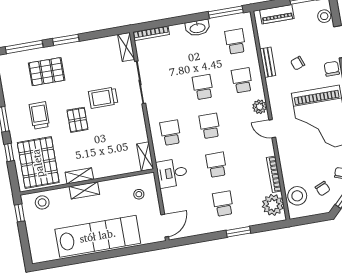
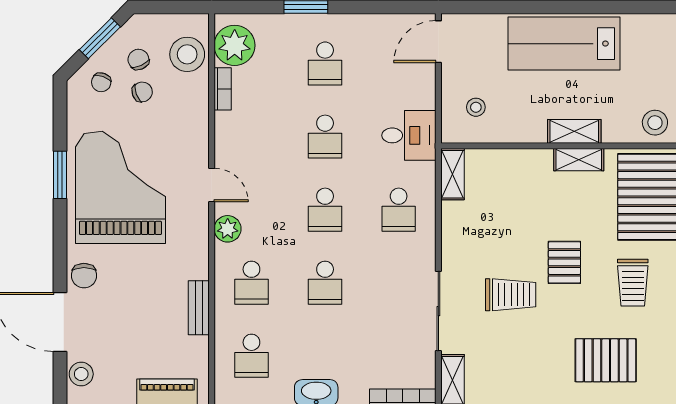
chair: (298, 63) -> (142, 92), moved
bookcase: (274, 174) -> (223, 89), width x0.64
lab bench: (98, 236) -> (564, 44), width x0.73

